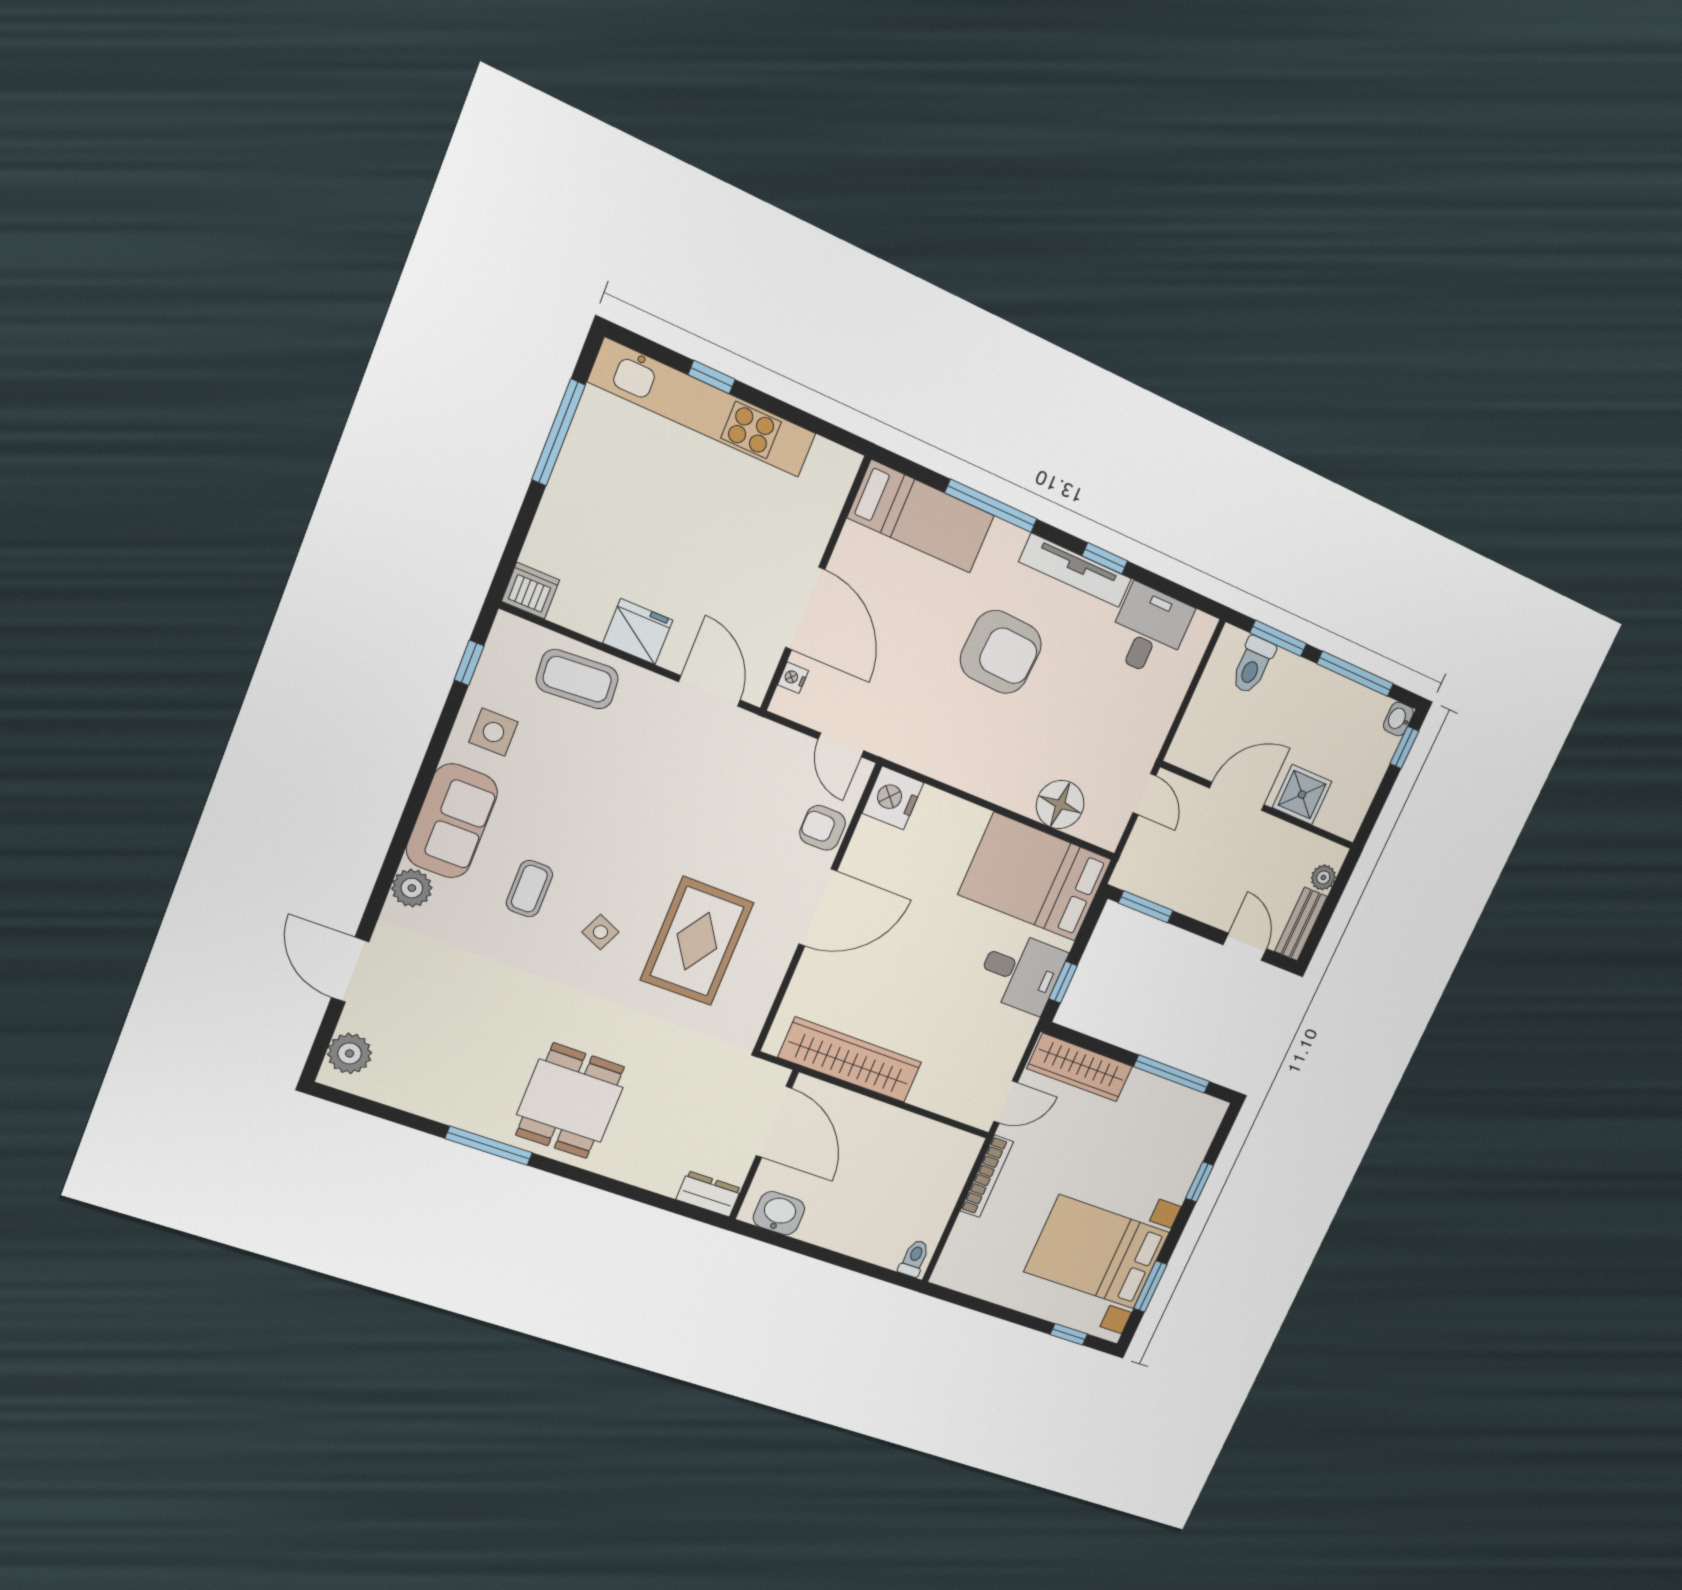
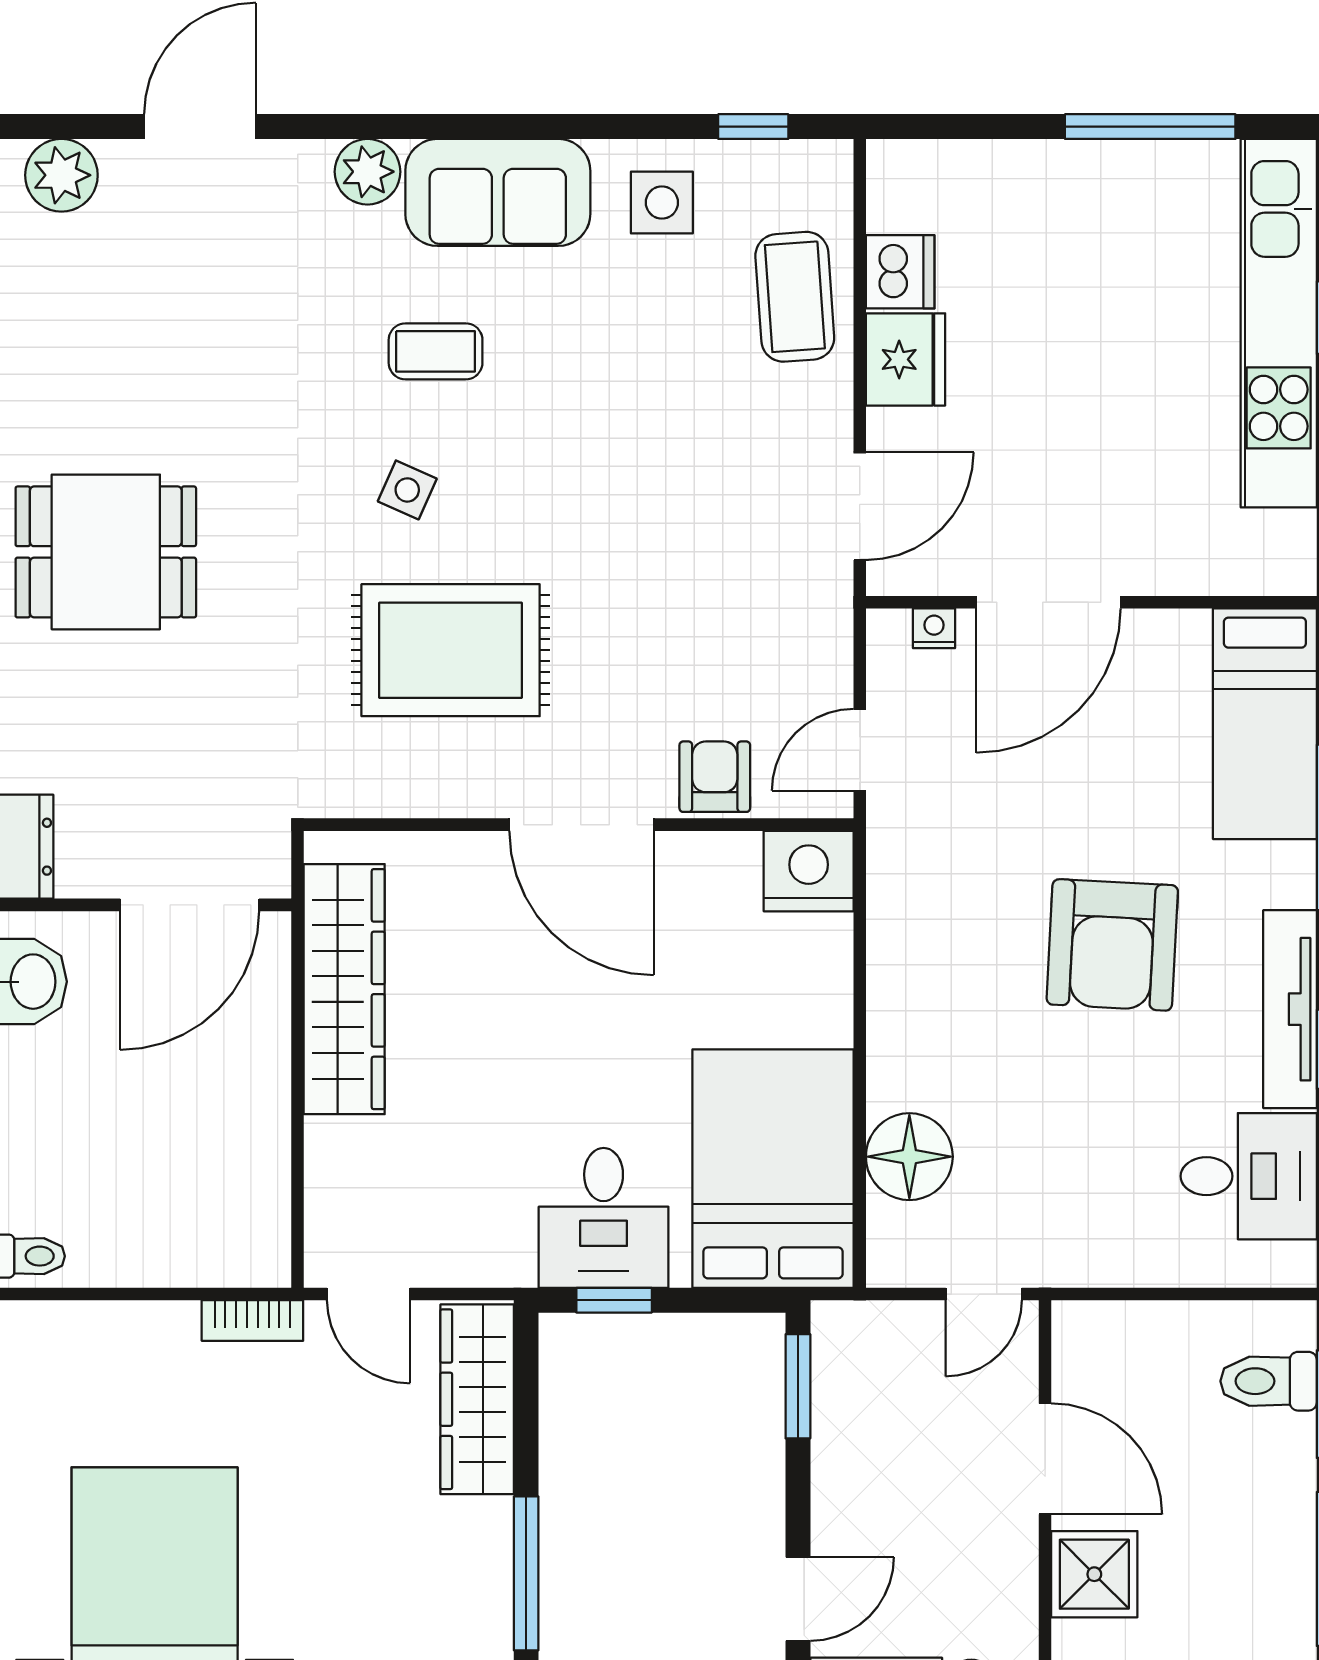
dishwasher: (531, 591) -> (900, 272), moved
bookcase: (987, 1176) -> (252, 1321), width x0.64

